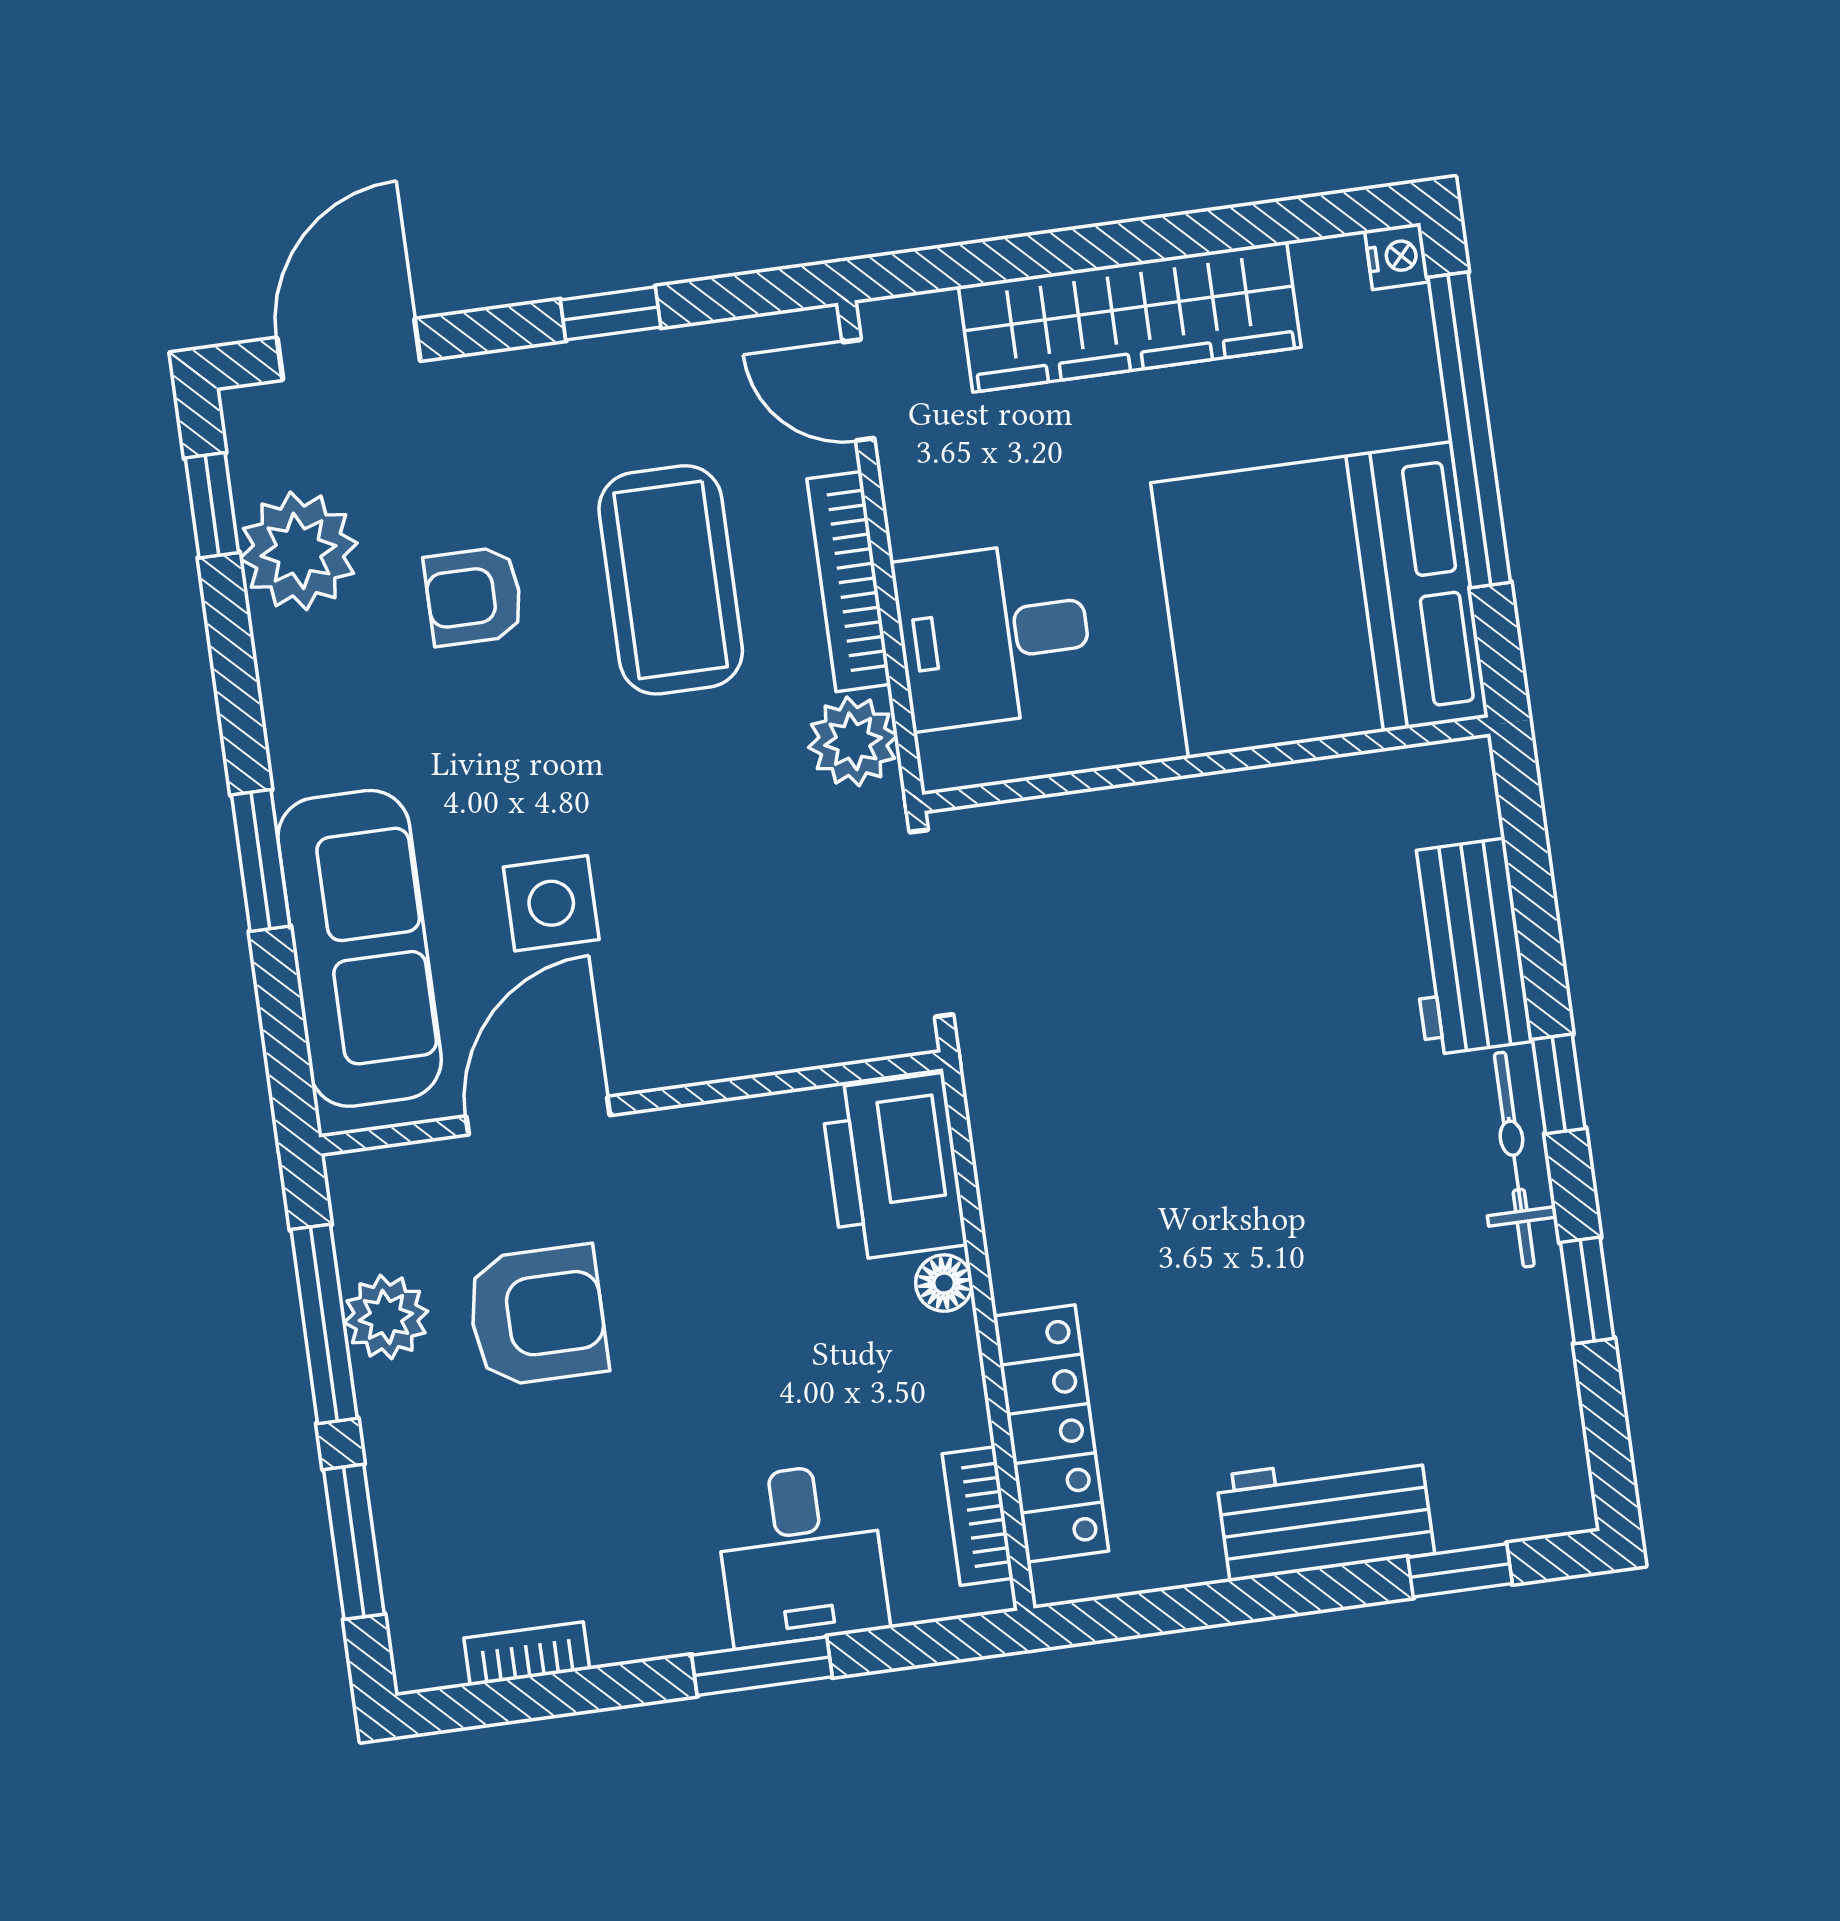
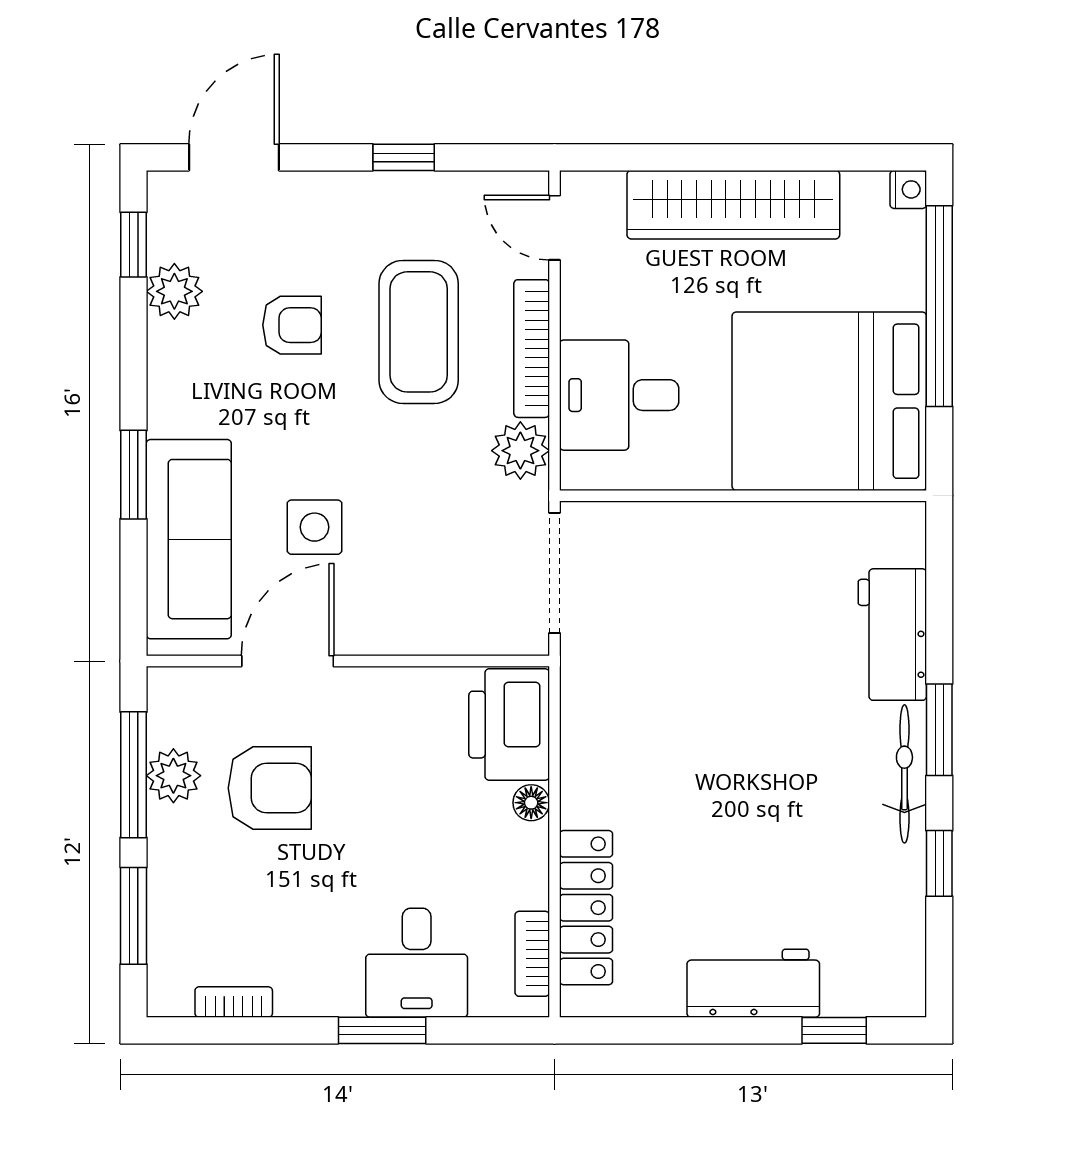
plant: (298, 551) -> (174, 291), width x0.73, depth x0.73
armchair: (474, 596) -> (292, 325), turned 180
window: (1559, 1084) -> (939, 730), width x1.50

